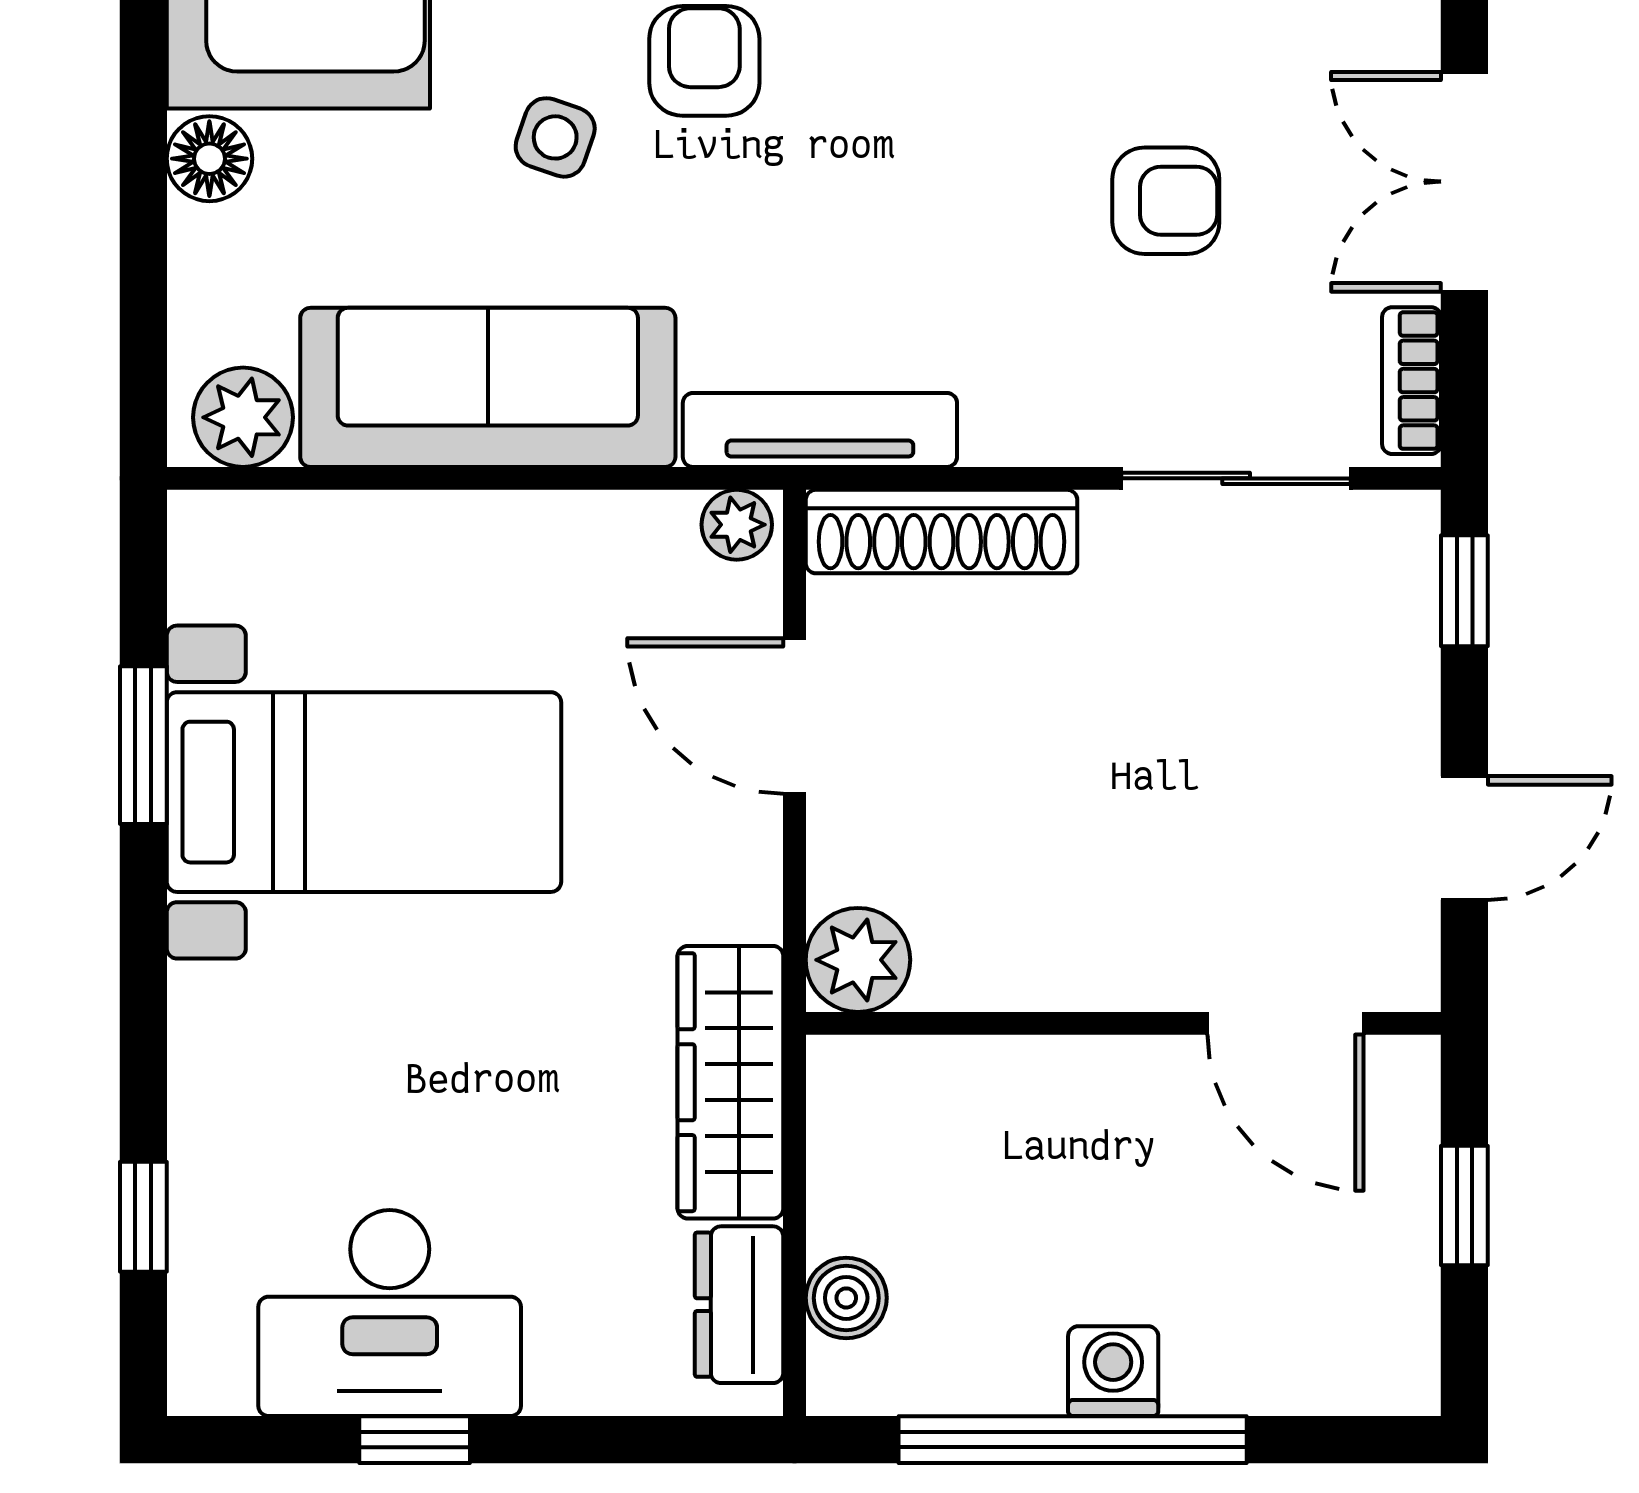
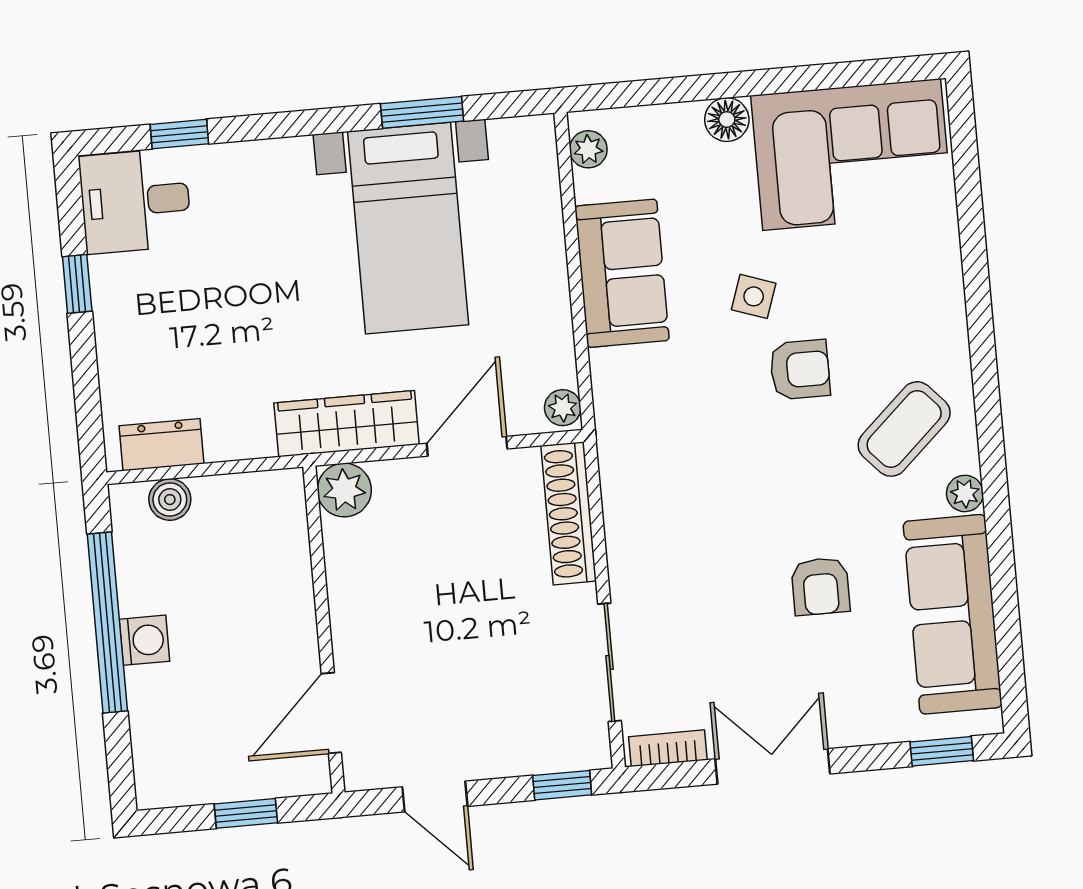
armchair: (1166, 201) -> (821, 586), moved
sofa: (488, 387) -> (622, 273), width x0.73
plant: (243, 417) -> (588, 149), width x0.73, depth x0.73
tv unit: (820, 430) -> (615, 446), removed
wardrobe: (730, 1082) -> (347, 424), moved
desk: (390, 1313) -> (135, 201), moved, width x0.73

